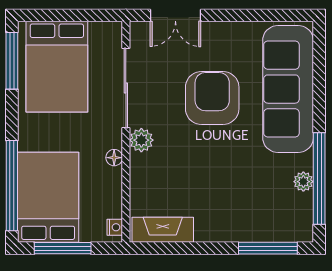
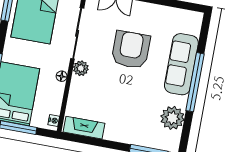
sofa: (288, 89) -> (181, 64), width x0.74, depth x0.79
window: (319, 178) -> (195, 82), moved
plant: (303, 182) -> (172, 118), width x1.87, depth x1.87

